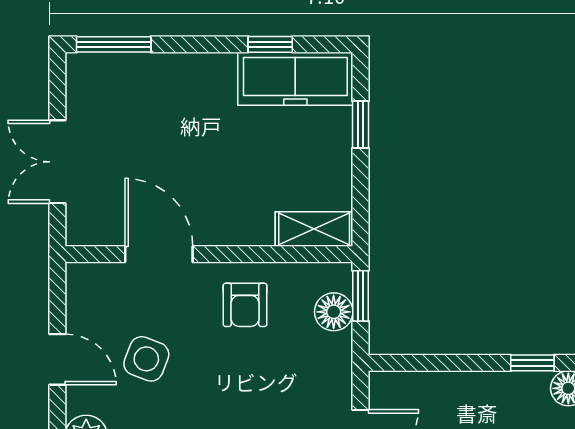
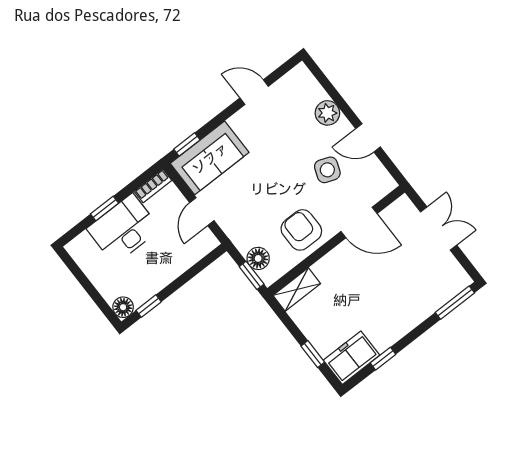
freezer: (295, 79) -> (352, 358), width x0.71
armchair: (245, 305) -> (301, 230), width x1.38, depth x1.38

